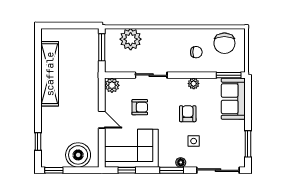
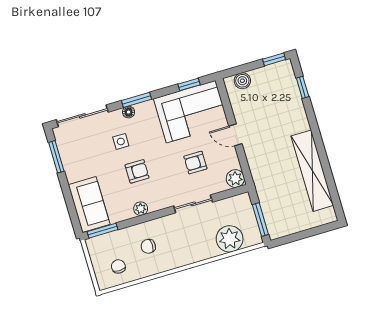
chair: (224, 43) -> (118, 266), width x0.54, depth x0.54
armchair: (188, 114) -> (137, 171), turned -90
boiler: (78, 155) -> (242, 81), width x0.54, depth x0.54

